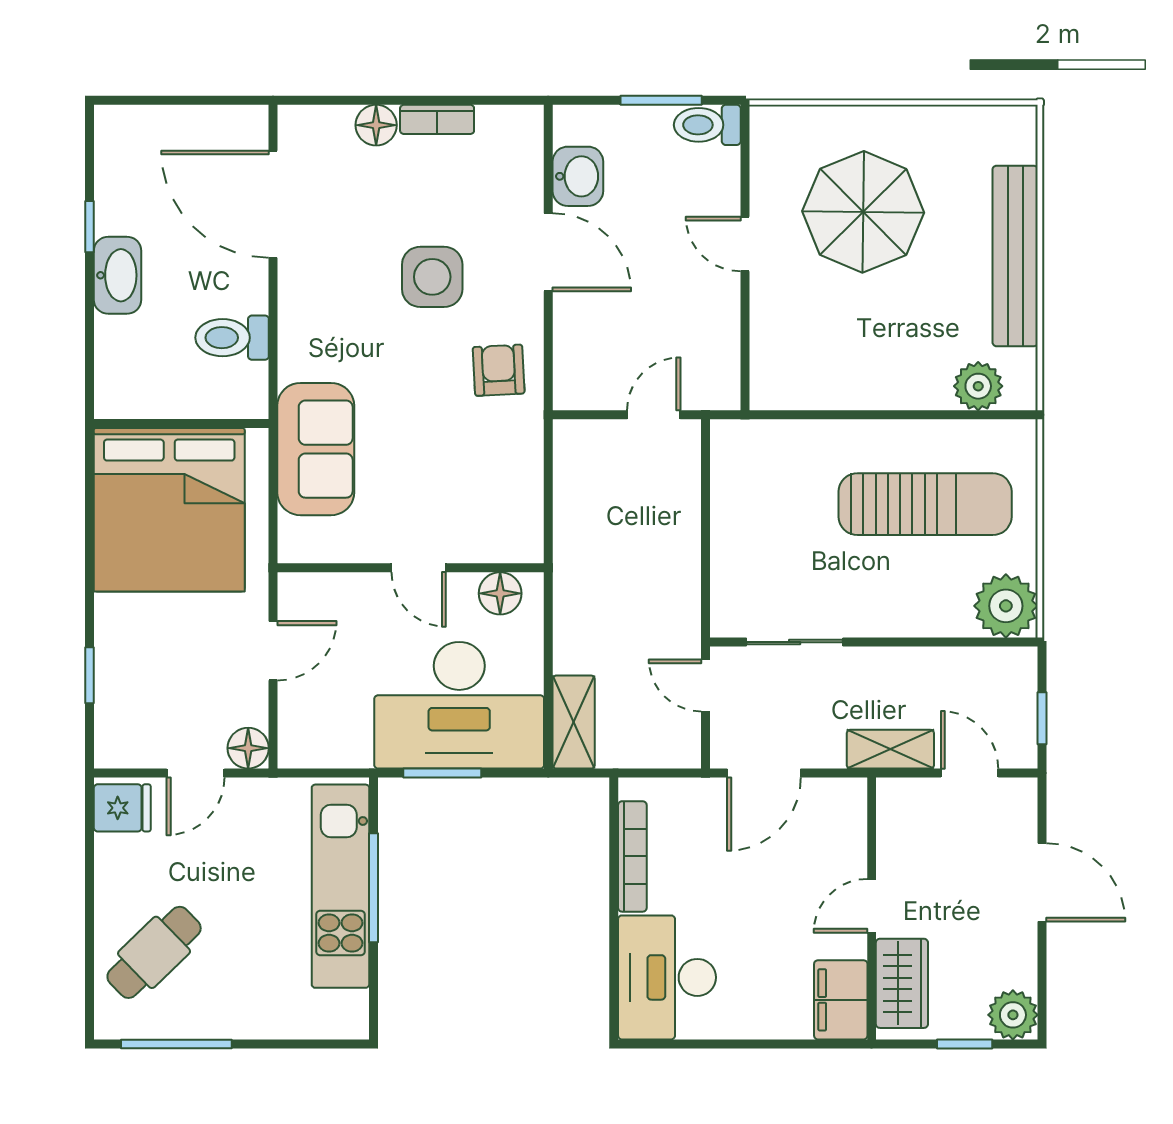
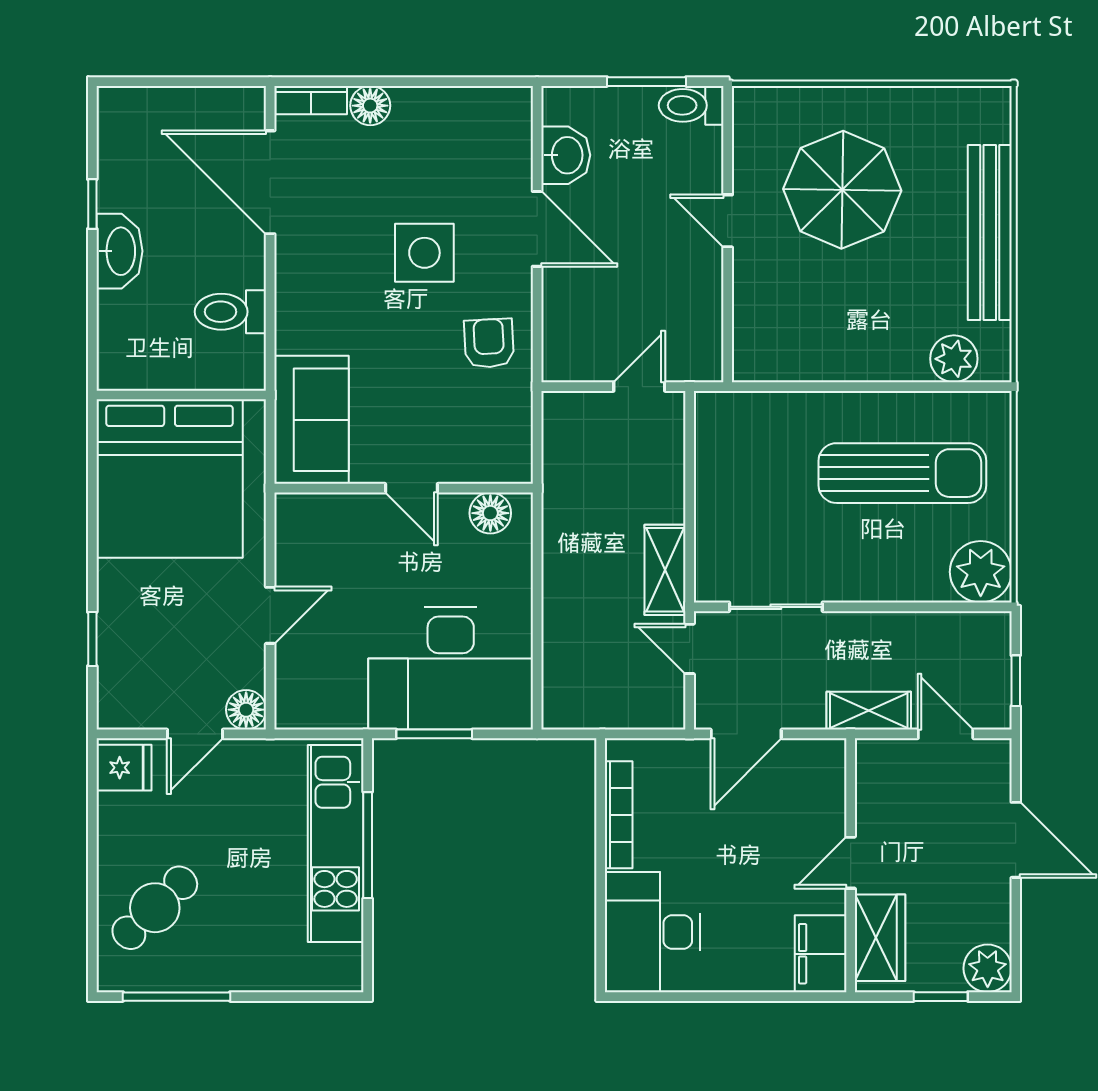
bookcase: (437, 119) -> (311, 100), moved
wall: (411, 568) -> (404, 488), moved
door: (419, 568) -> (411, 488), moved
floor lamp: (500, 593) -> (490, 513), moved
shelving: (574, 722) -> (665, 570), moved

